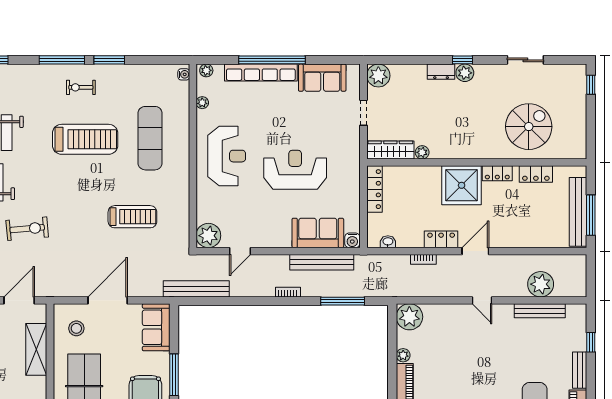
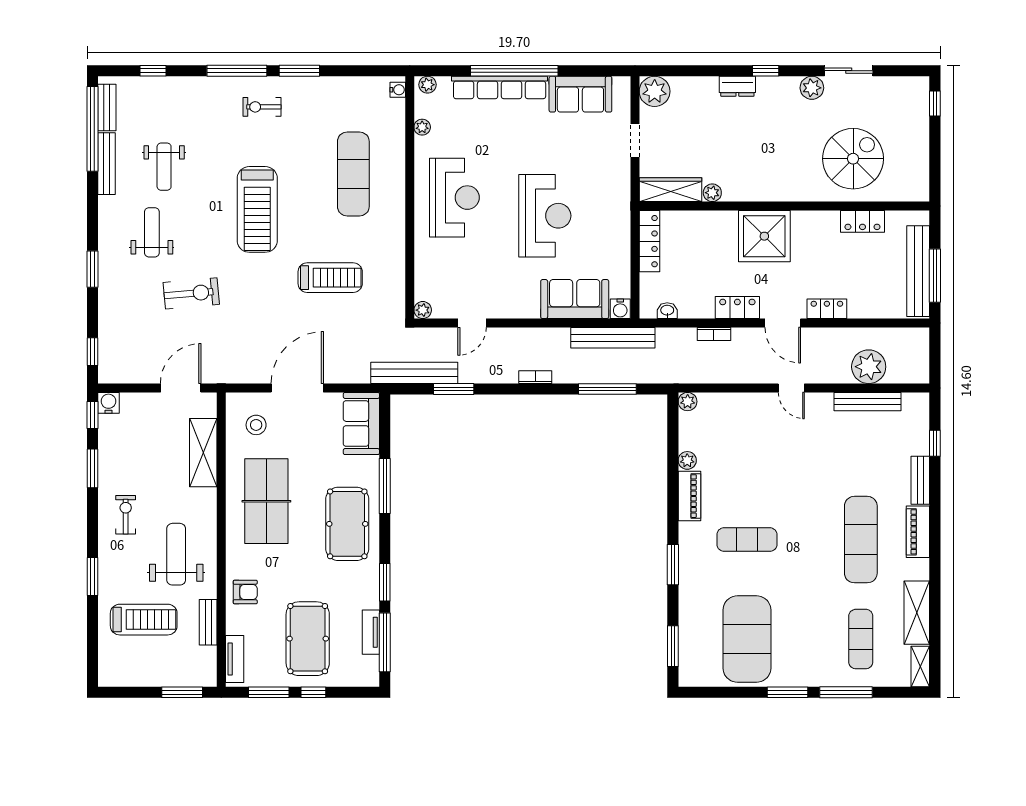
plant: (465, 73) -> (812, 88), moved
treadmill: (85, 139) -> (257, 209), moved, turned 90
reception desk: (295, 170) -> (545, 216), turned 90
locker: (497, 173) -> (827, 309), moved, turned 180
plant: (208, 236) -> (423, 310), width x0.53, depth x0.53
door: (475, 251) -> (783, 323), swing flipped
bench: (322, 262) -> (613, 338), moved
window: (226, 301) -> (454, 389), added
plant: (409, 317) -> (688, 402), width x0.53, depth x0.53

